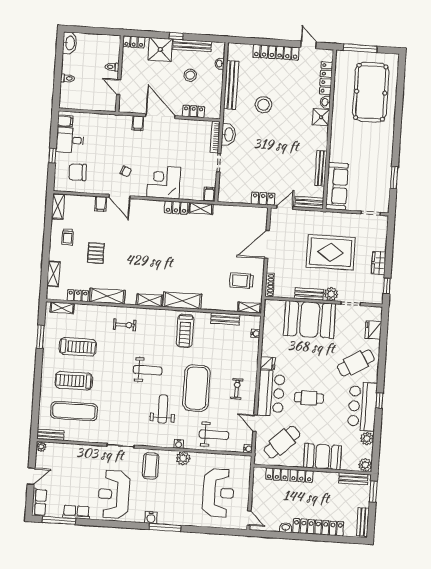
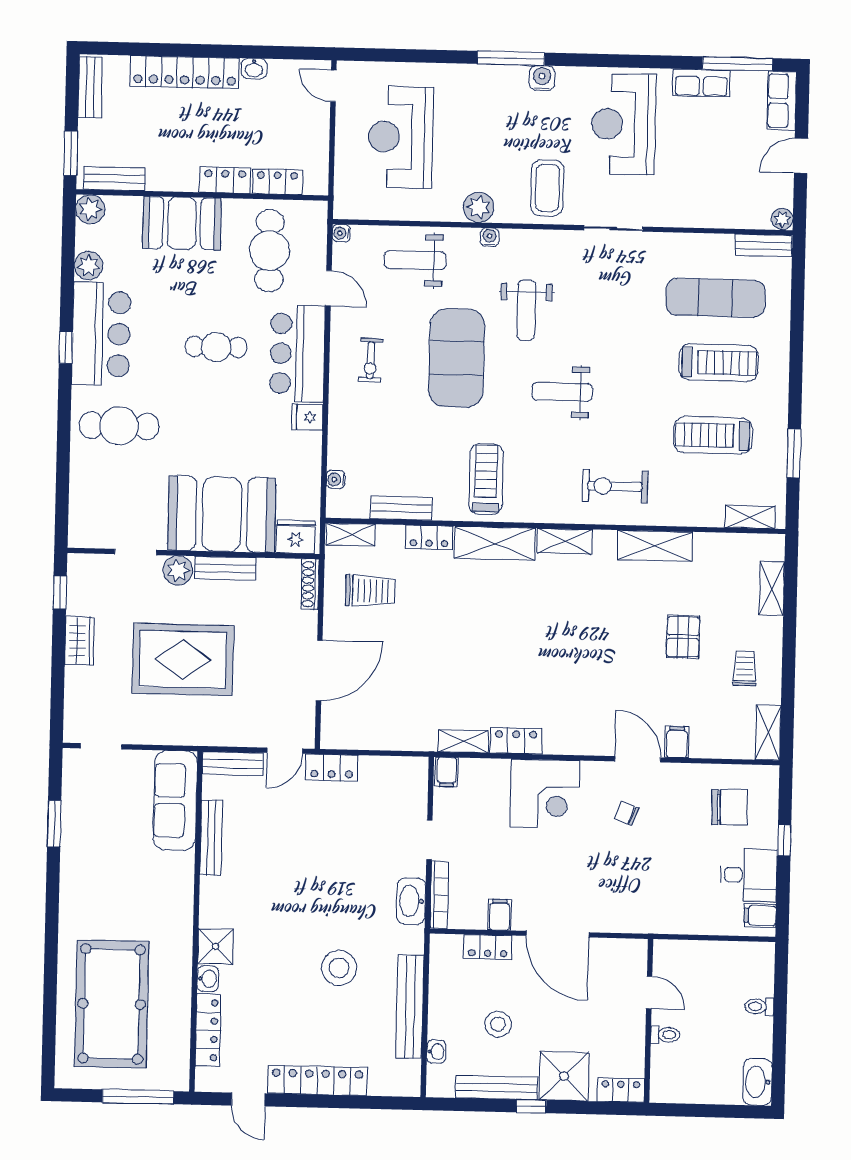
filing cabinet: (138, 123) -> (500, 915), moved
locker: (78, 296) -> (429, 537), moved
exercise bike: (125, 325) -> (615, 486), width x1.38, depth x1.39
fridge: (373, 330) -> (296, 537), moved, turned -90
cafe table: (356, 363) -> (119, 426), turned 31
cafe table: (282, 442) -> (269, 251), turned -47
reception desk: (114, 494) -> (623, 124), turned 180

